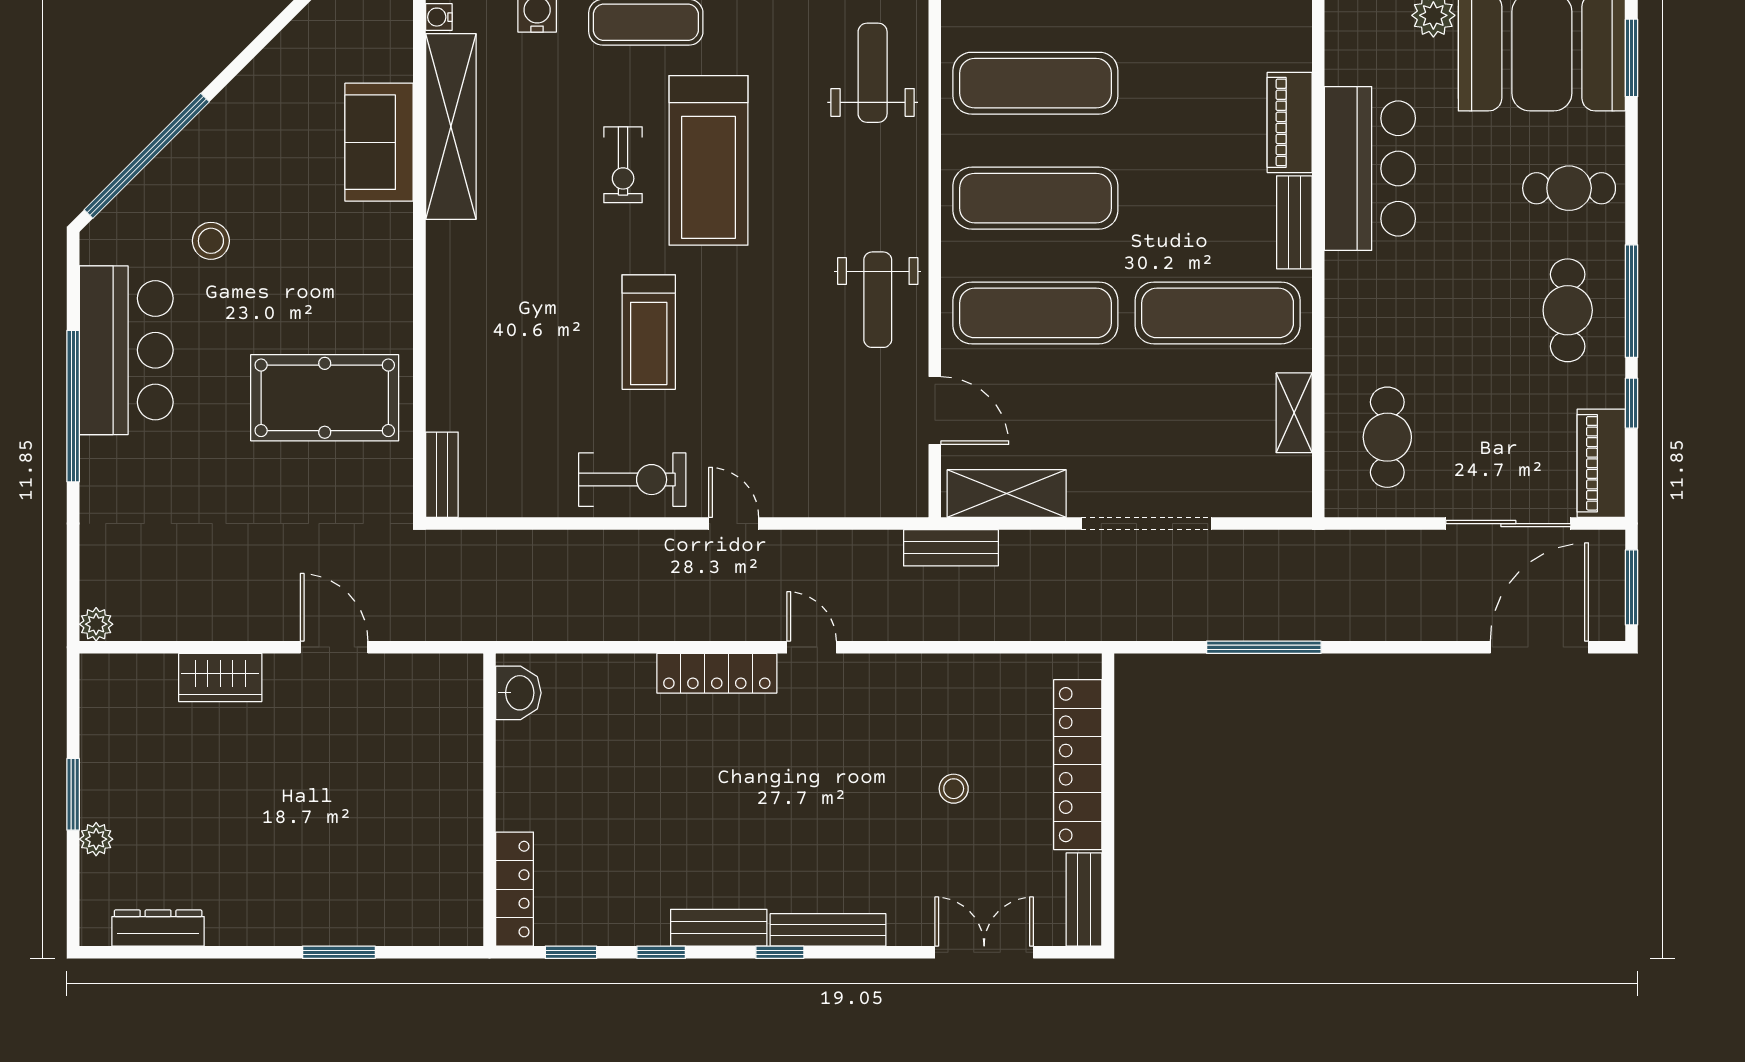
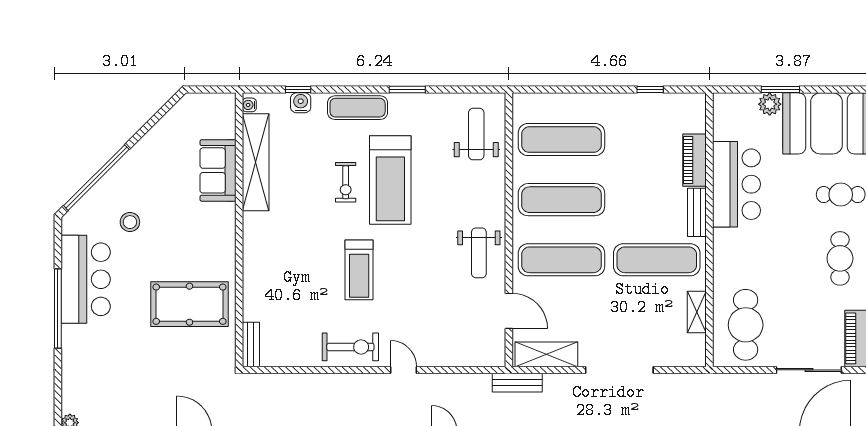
cafe table: (1387, 437) -> (746, 325), width x1.37, depth x1.35

